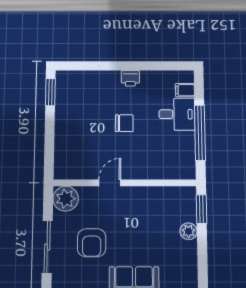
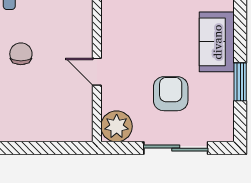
armchair: (92, 243) -> (171, 94), turned -90

